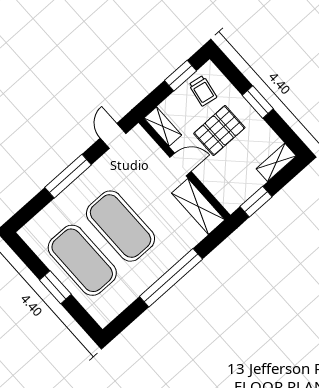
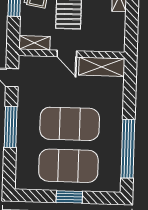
door: (180, 164) -> (67, 54), swing flipped
window: (256, 202) -> (131, 30), removed
window: (171, 278) -> (128, 149), moved

